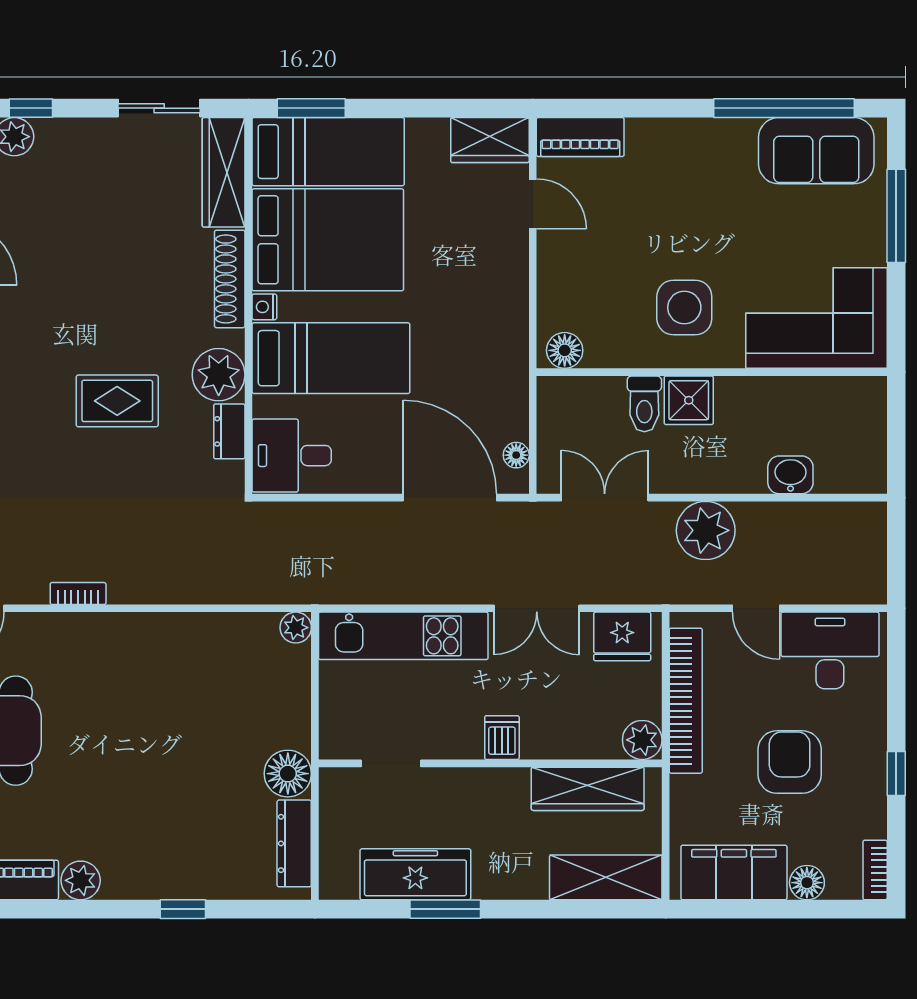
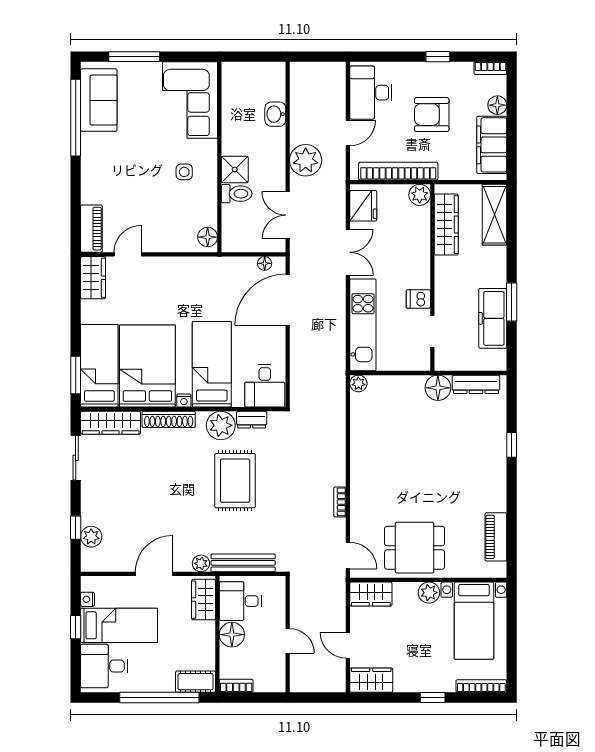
side table: (684, 308) -> (184, 172), width x0.54, depth x0.54
rug: (117, 401) -> (235, 481), width x1.36, depth x1.43
dishwasher: (502, 738) -> (418, 299), moved
plant: (81, 880) -> (496, 501), removed

